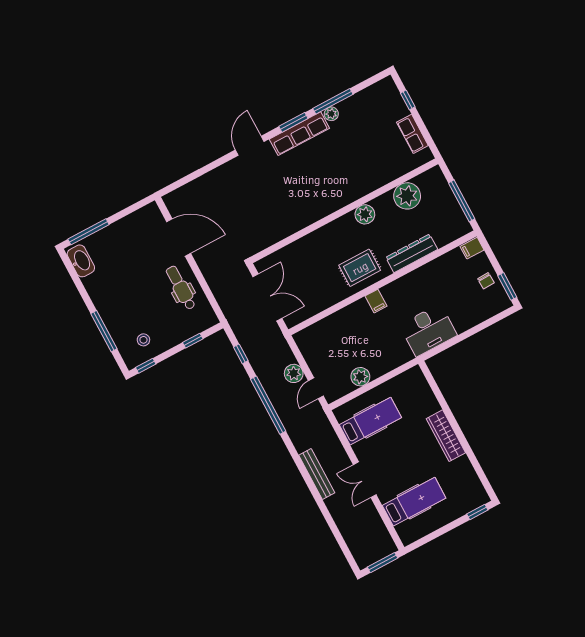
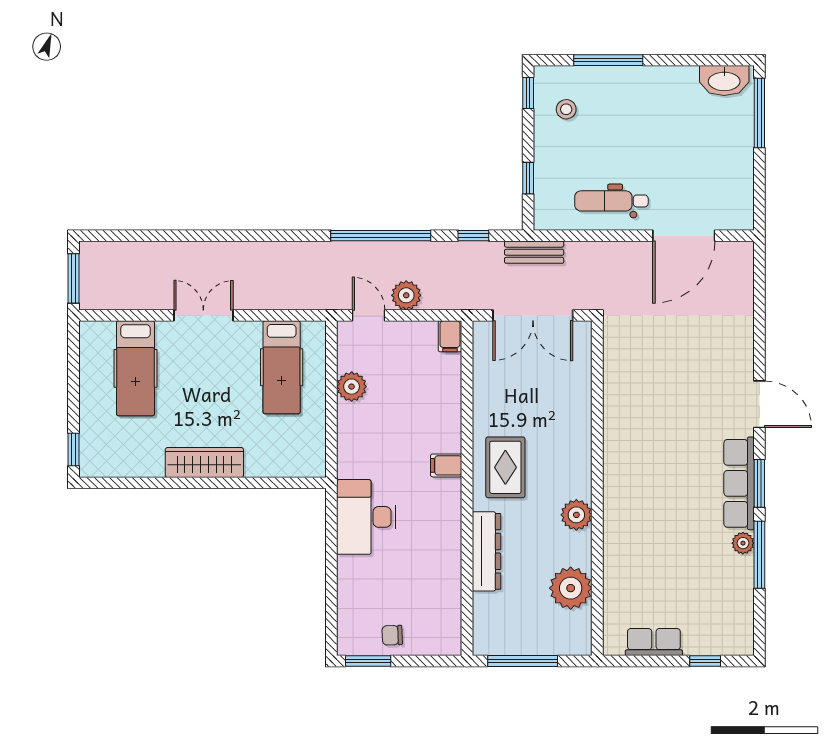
filing cabinet: (472, 248) -> (450, 336), moved, turned 180
dental chair: (181, 288) -> (611, 201), turned 180
bench: (317, 474) -> (534, 252), moved, width x0.73

